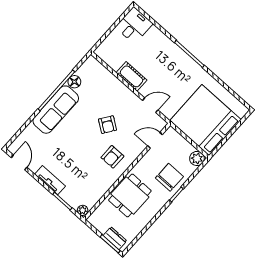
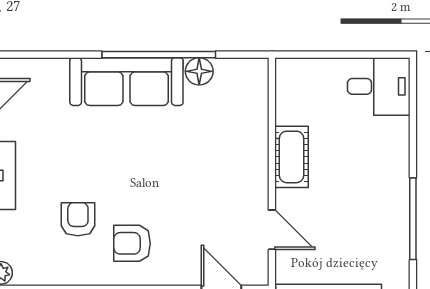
armchair: (108, 125) -> (78, 219), moved, turned 145

